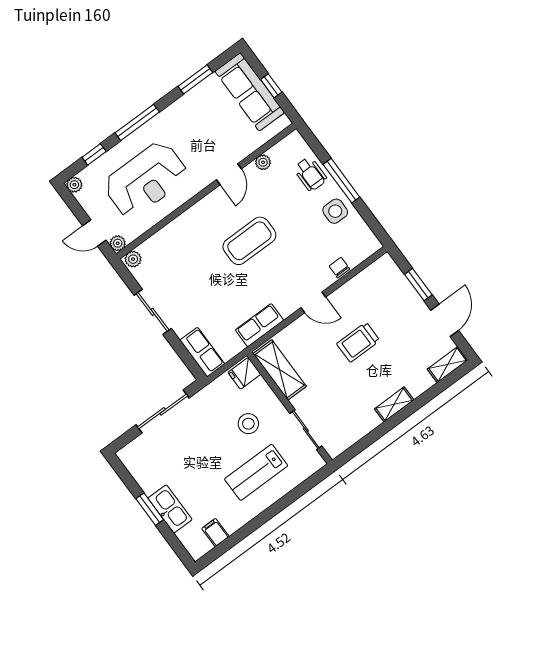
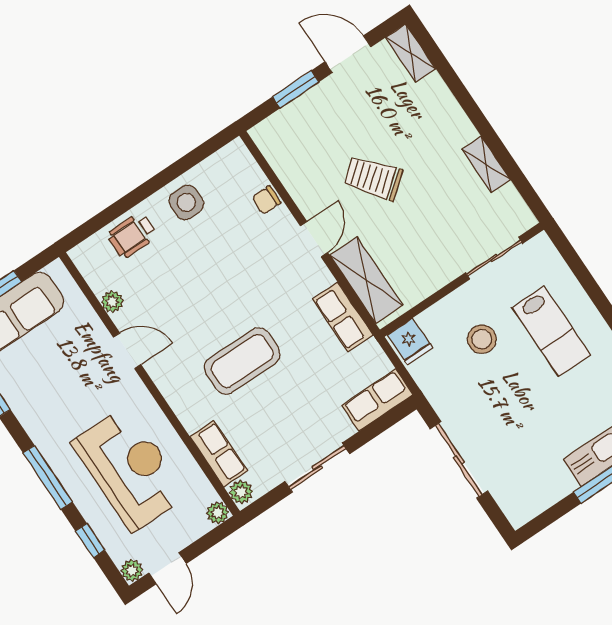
wheelchair: (310, 174) -> (132, 235), turned 180
window: (341, 181) -> (143, 192), removed
door: (94, 233) -> (167, 568), moved
coffee table: (249, 241) -> (242, 361), moved, turned 90
row of seats: (159, 242) -> (219, 454), added
trolley: (358, 342) -> (373, 178), turned 141
shelving: (280, 370) -> (366, 280), moved, turned 90
shelving: (394, 404) -> (486, 164), moved

